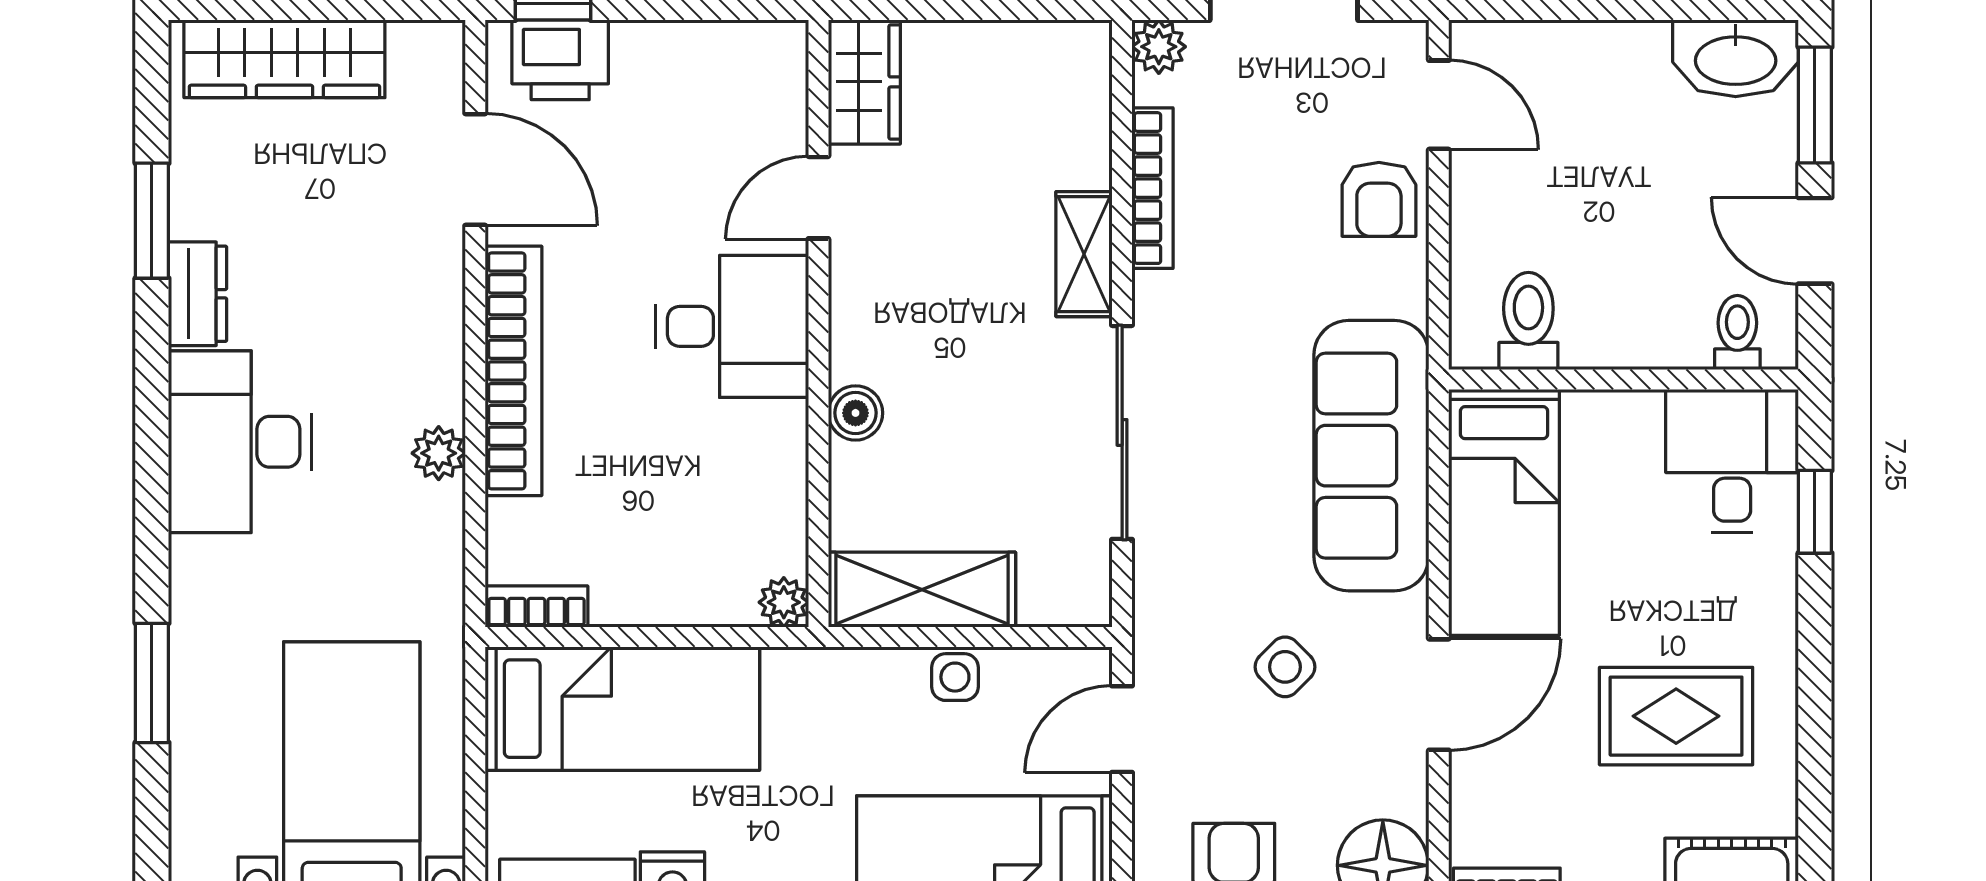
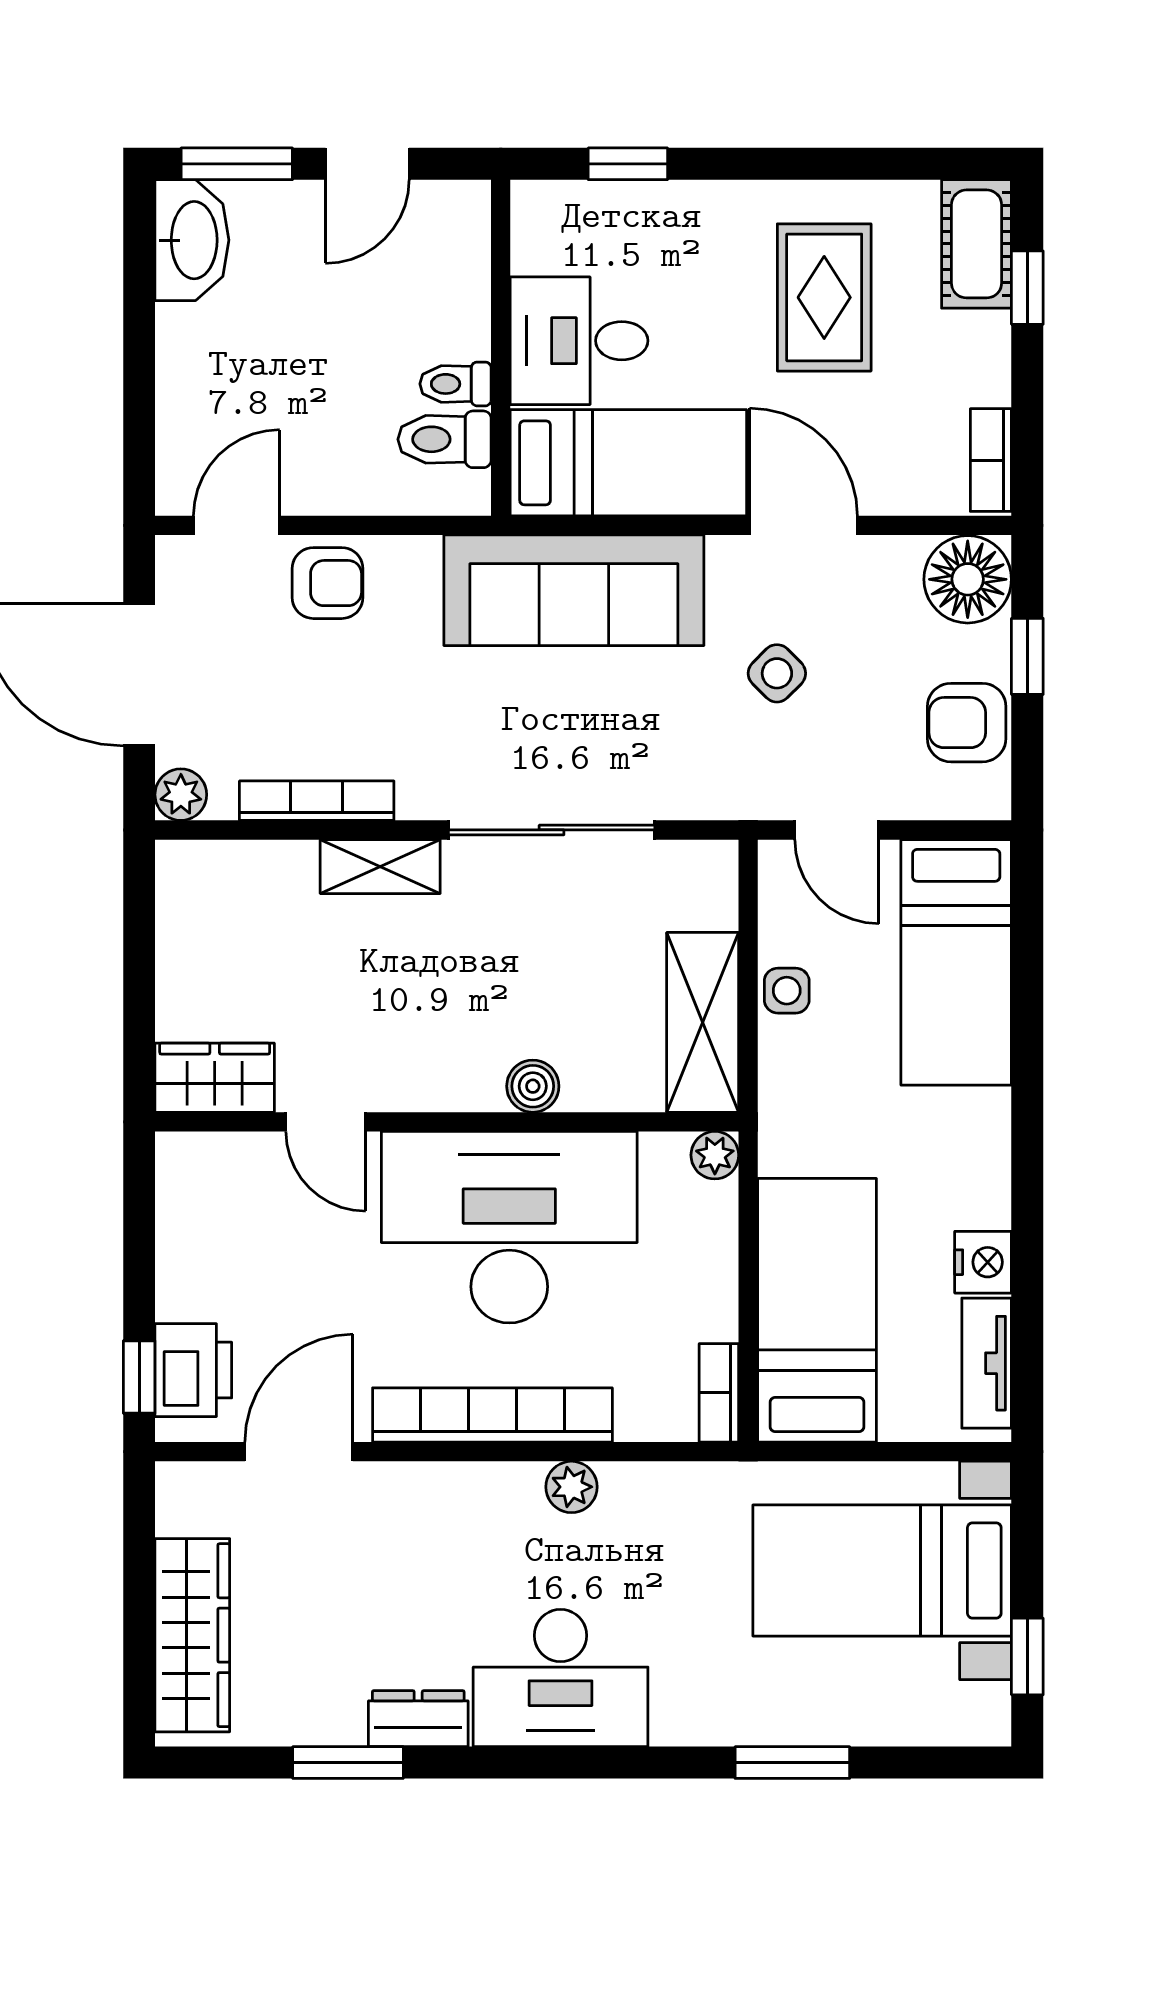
desk: (732, 326) -> (509, 1227), width x1.87, depth x1.30
toilet: (1737, 333) -> (456, 384), moved
desk: (1732, 461) -> (579, 341), moved

